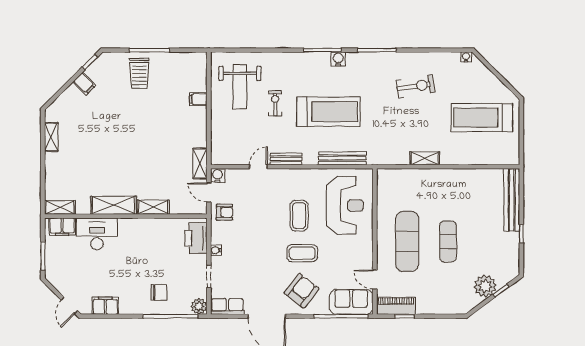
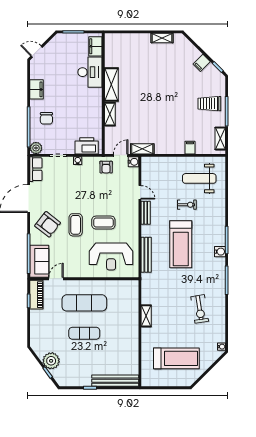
treadmill: (482, 118) -> (176, 358), turned 90
shelving: (60, 207) -> (220, 138), moved
filing cabinet: (105, 306) -> (36, 89), moved

